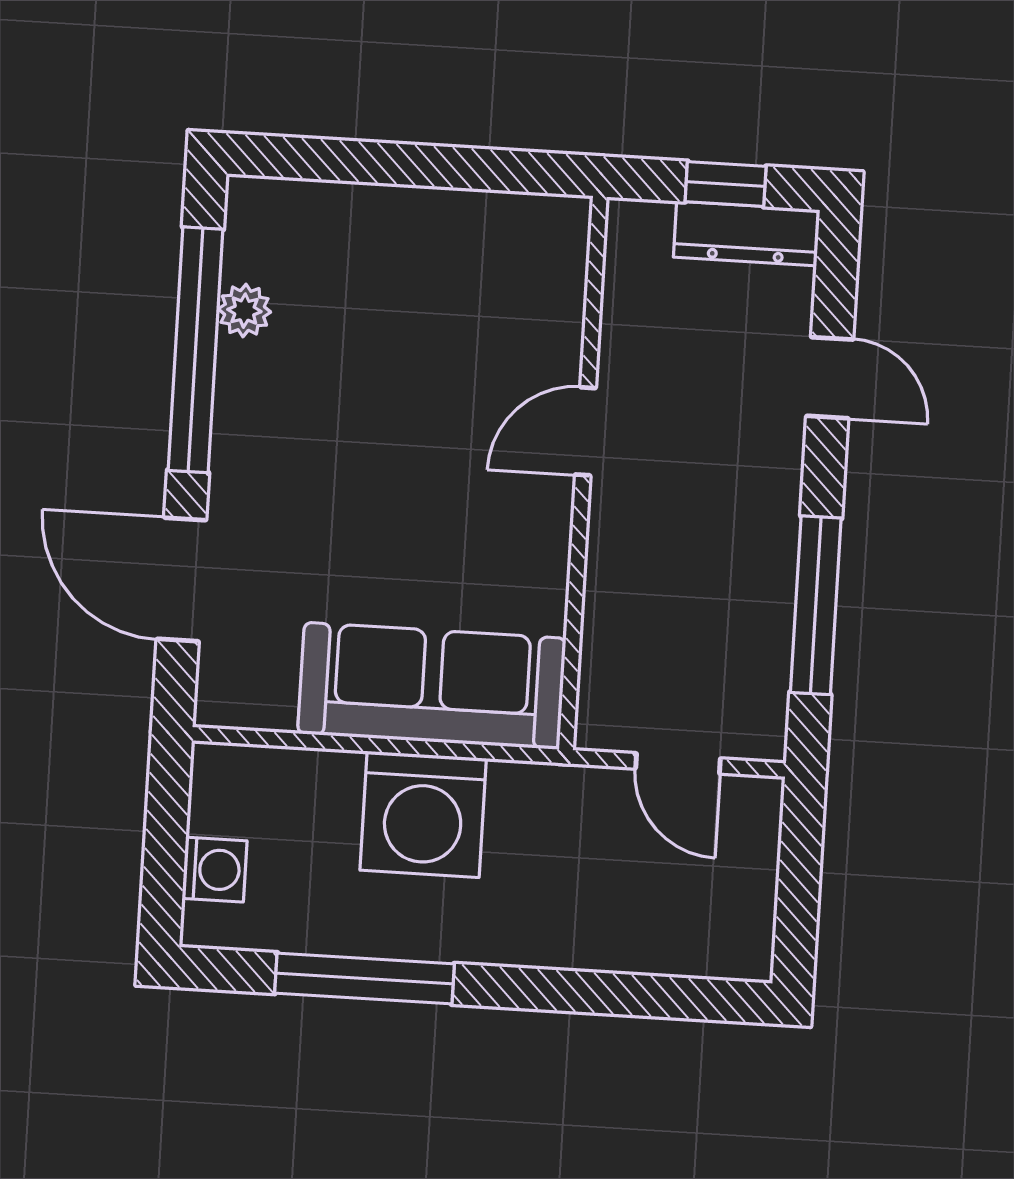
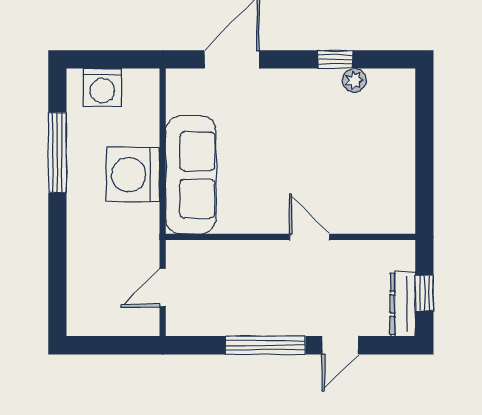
window: (195, 350) -> (335, 59), width x0.32
window: (816, 605) -> (266, 345), moved
washing machine: (215, 870) -> (102, 88), width x1.38, depth x1.38

